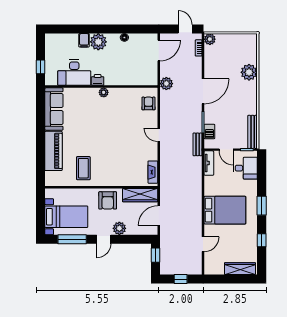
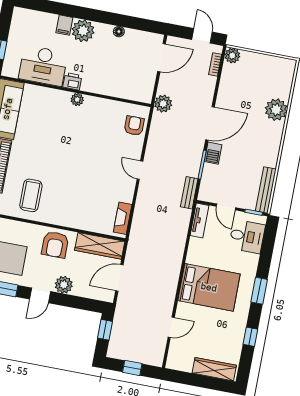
barbecue: (209, 131) -> (213, 153), moved

